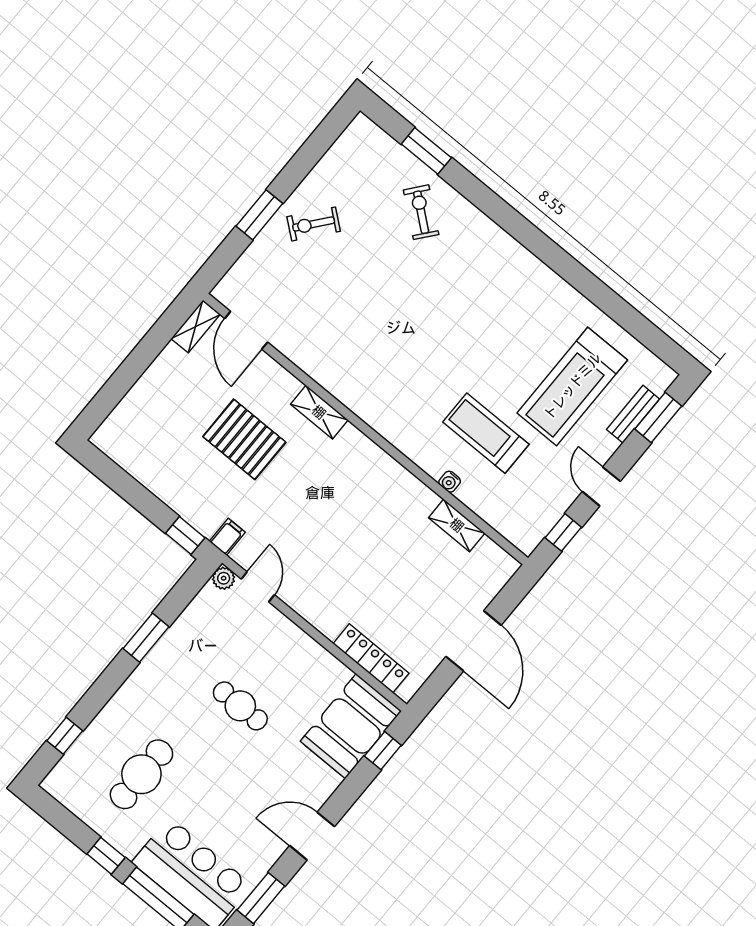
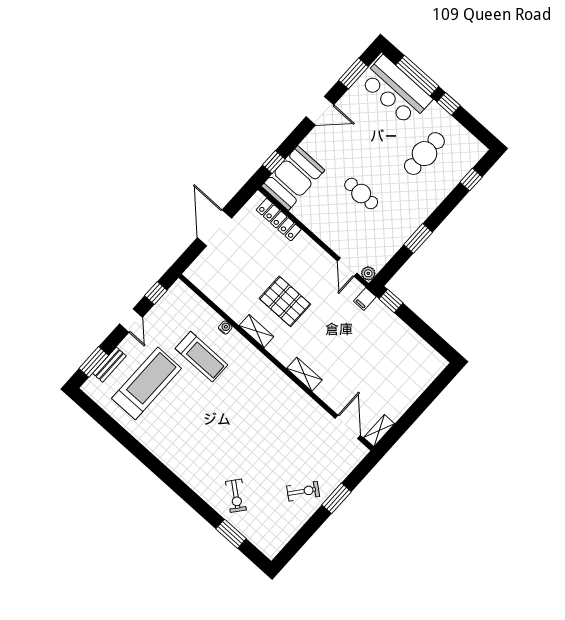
pallet: (244, 439) -> (285, 301), moved
shelving: (457, 525) -> (256, 331), moved

